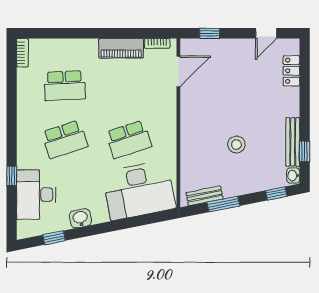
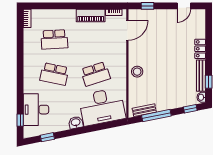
locker: (291, 71) -> (200, 49), moved
school desk: (65, 139) -> (54, 74), turned 30
stool: (236, 145) -> (137, 72), moved
window: (12, 176) -> (20, 120), moved
window: (223, 204) -> (156, 116), width x1.44
washbasin: (80, 218) -> (76, 123), moved

